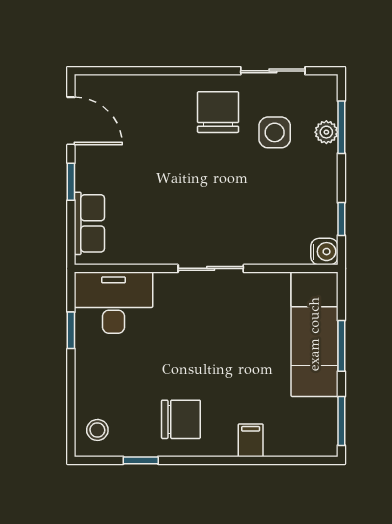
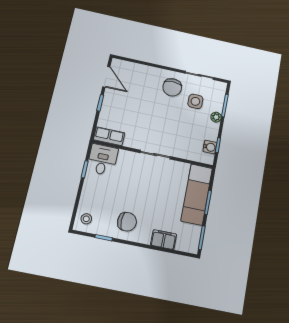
chair: (218, 112) -> (172, 87), turned 180
plant: (326, 132) -> (216, 117), moved
row of seats: (89, 223) -> (109, 136), moved, turned -90
water cooler: (324, 252) -> (210, 147), moved
desk: (114, 303) -> (102, 160), width x0.73
filing cabinet: (251, 440) -> (164, 240), width x2.00

